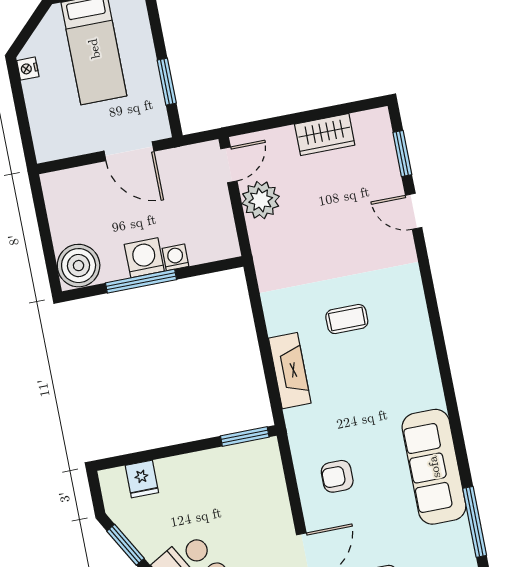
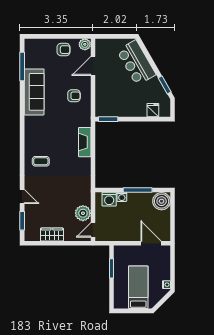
door: (129, 151) -> (151, 243), moved
washing machine: (144, 258) -> (109, 199), moved
coffee table: (347, 319) -> (41, 161), moved

